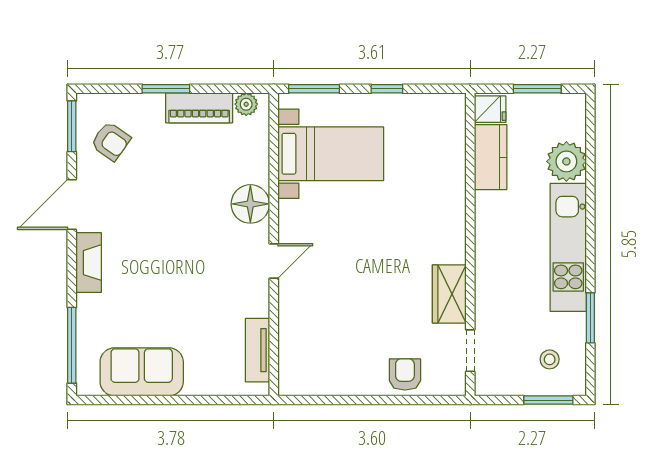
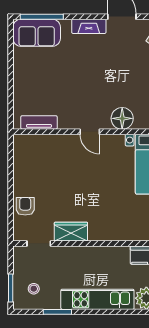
sofa: (142, 372) -> (37, 33), moved, turned 90
armchair: (405, 374) -> (25, 206), turned -90

